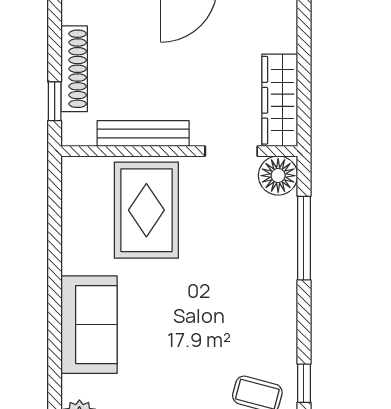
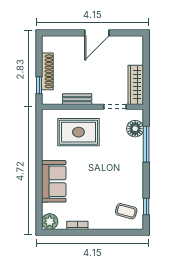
bench: (143, 134) -> (77, 99), width x0.73
floor lamp: (278, 176) -> (135, 129), moved
rug: (146, 210) -> (78, 132), turned 90

